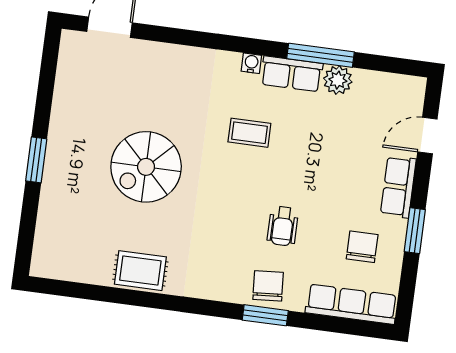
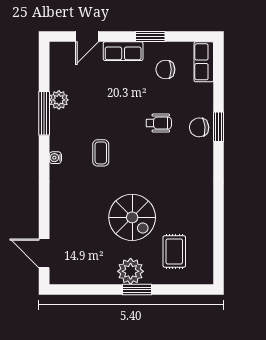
row of seats: (292, 74) -> (59, 130), removed
door: (427, 136) -> (87, 37), hinge flipped
plant: (65, 154) -> (131, 271), added
rug: (140, 271) -> (174, 252), moved
row of seats: (352, 304) -> (204, 62), width x0.68

